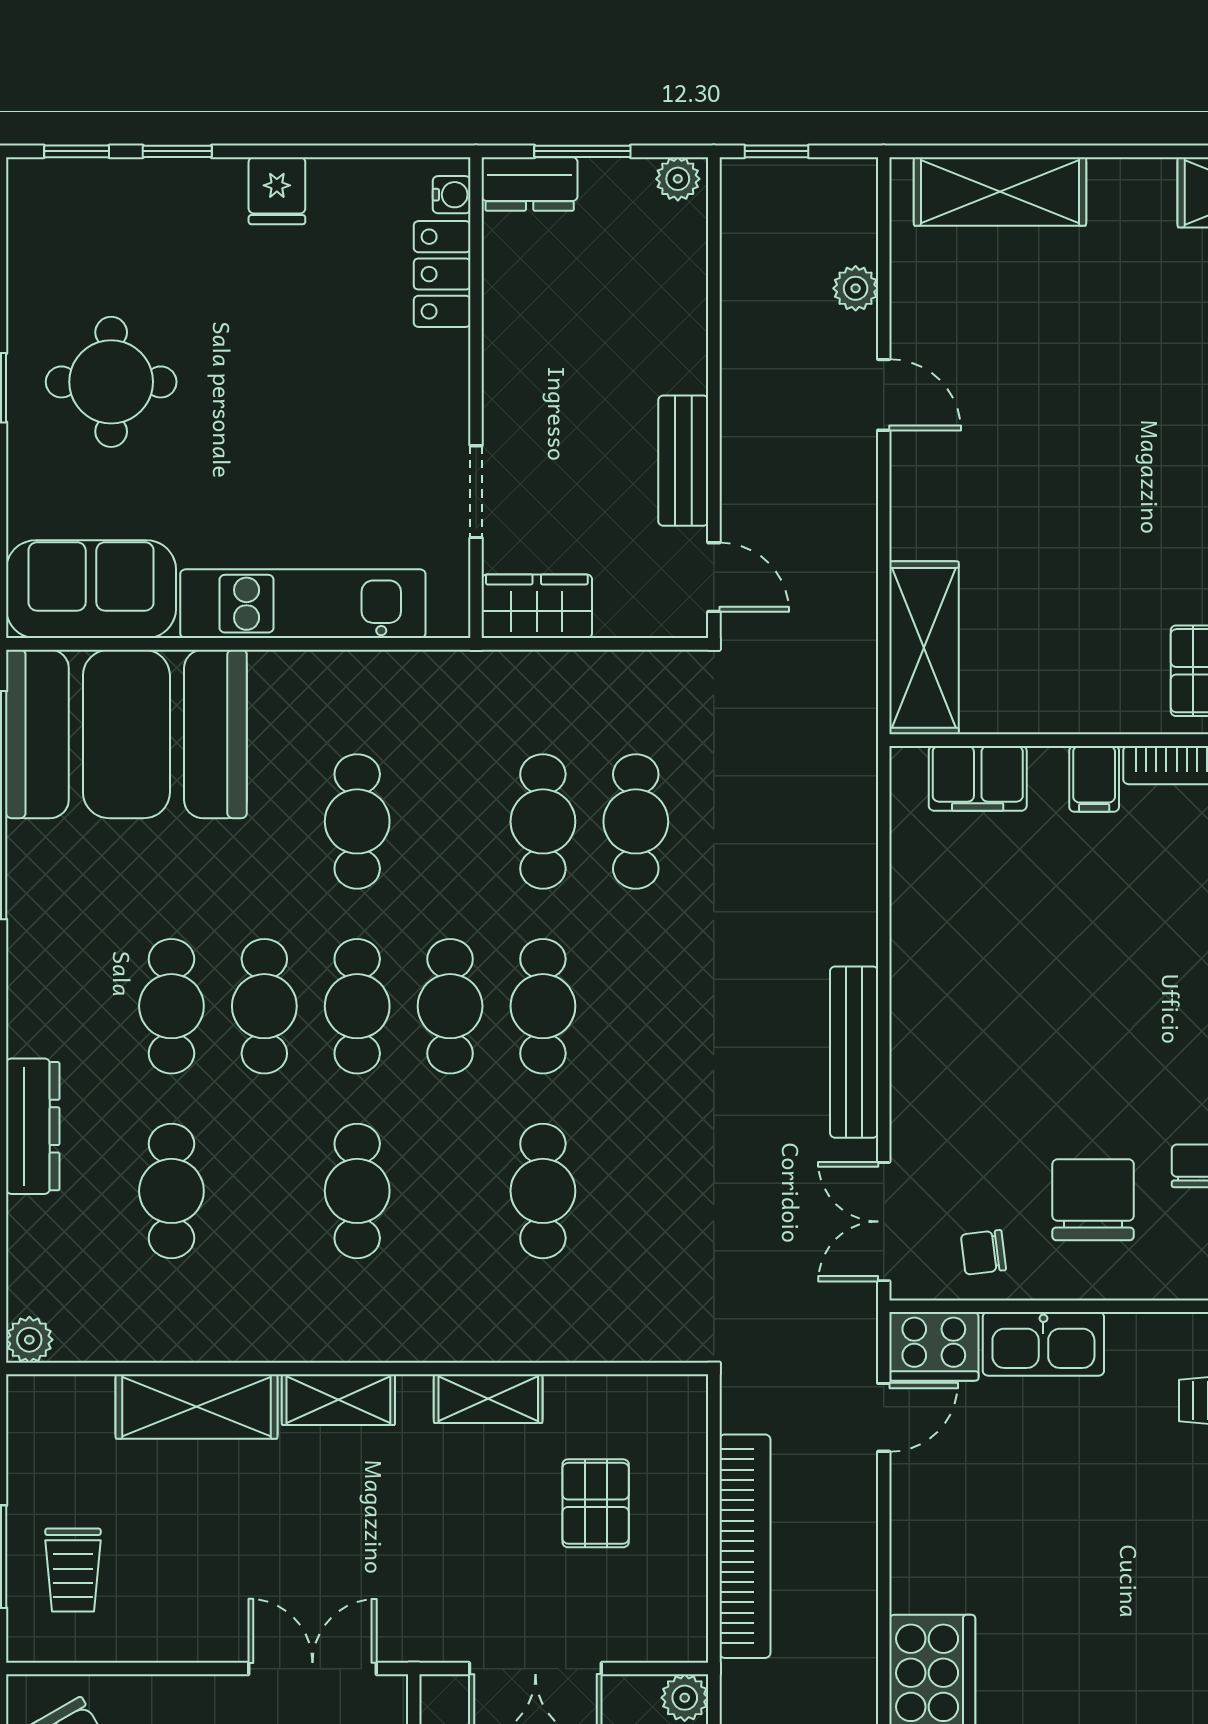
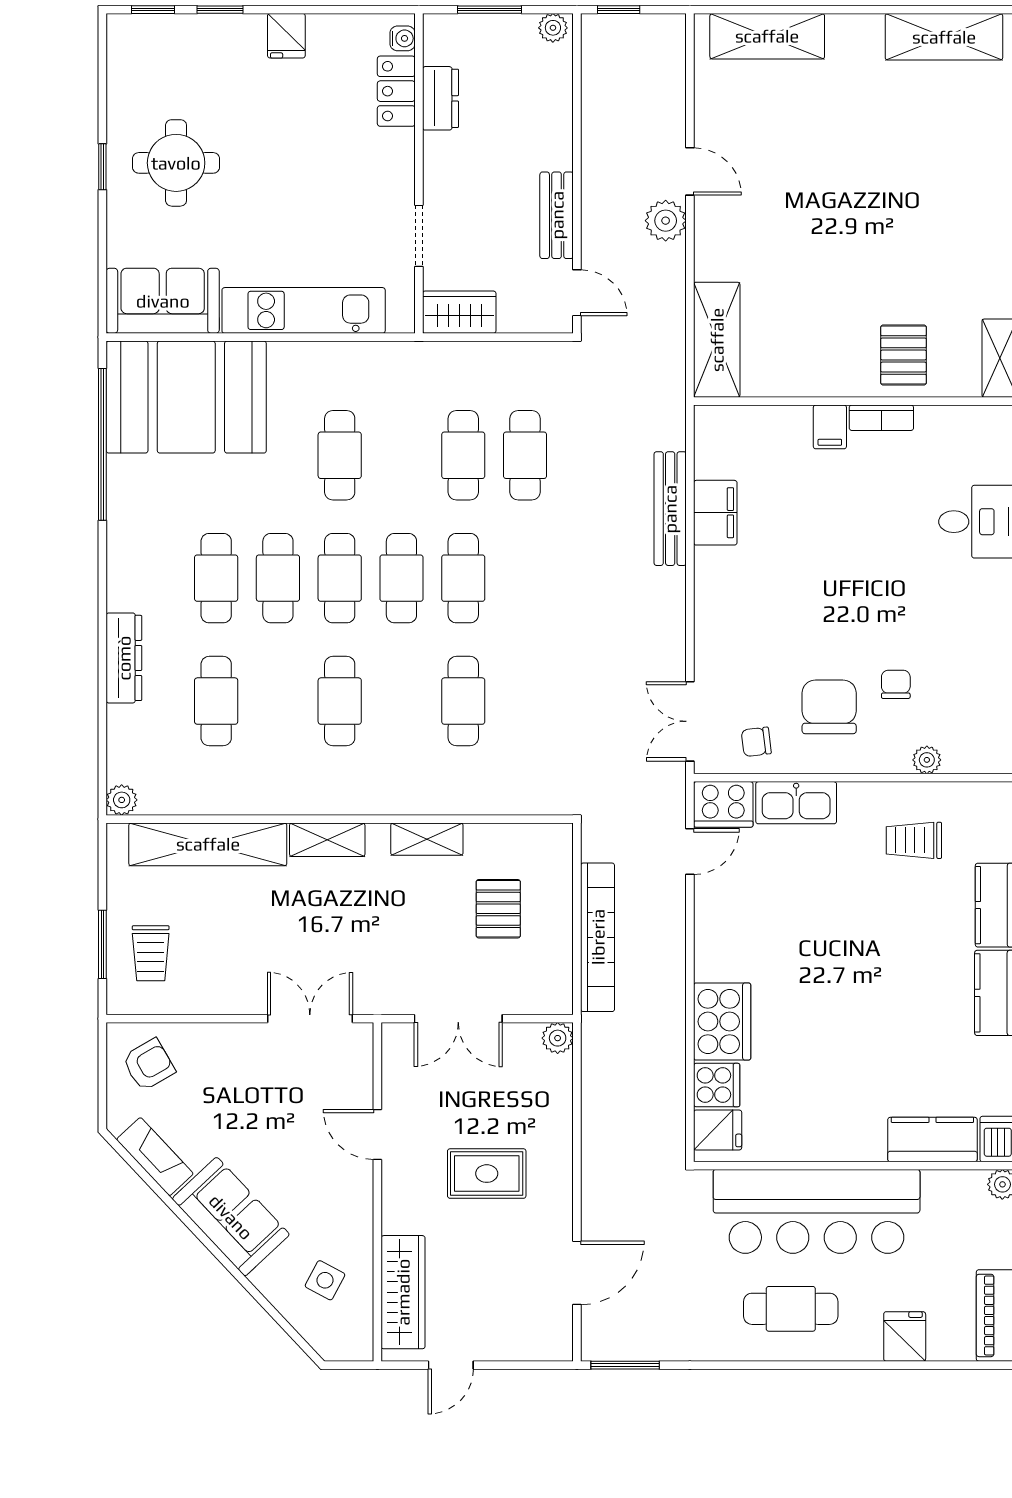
dresser: (530, 184) -> (440, 98), moved, turned -90
plant: (856, 288) -> (666, 221), moved, width x1.38, depth x1.38
filing cabinet: (978, 778) -> (715, 513), moved, turned -90
bench: (854, 1052) -> (670, 509), moved
shelving: (197, 1407) -> (208, 844), width x1.47

